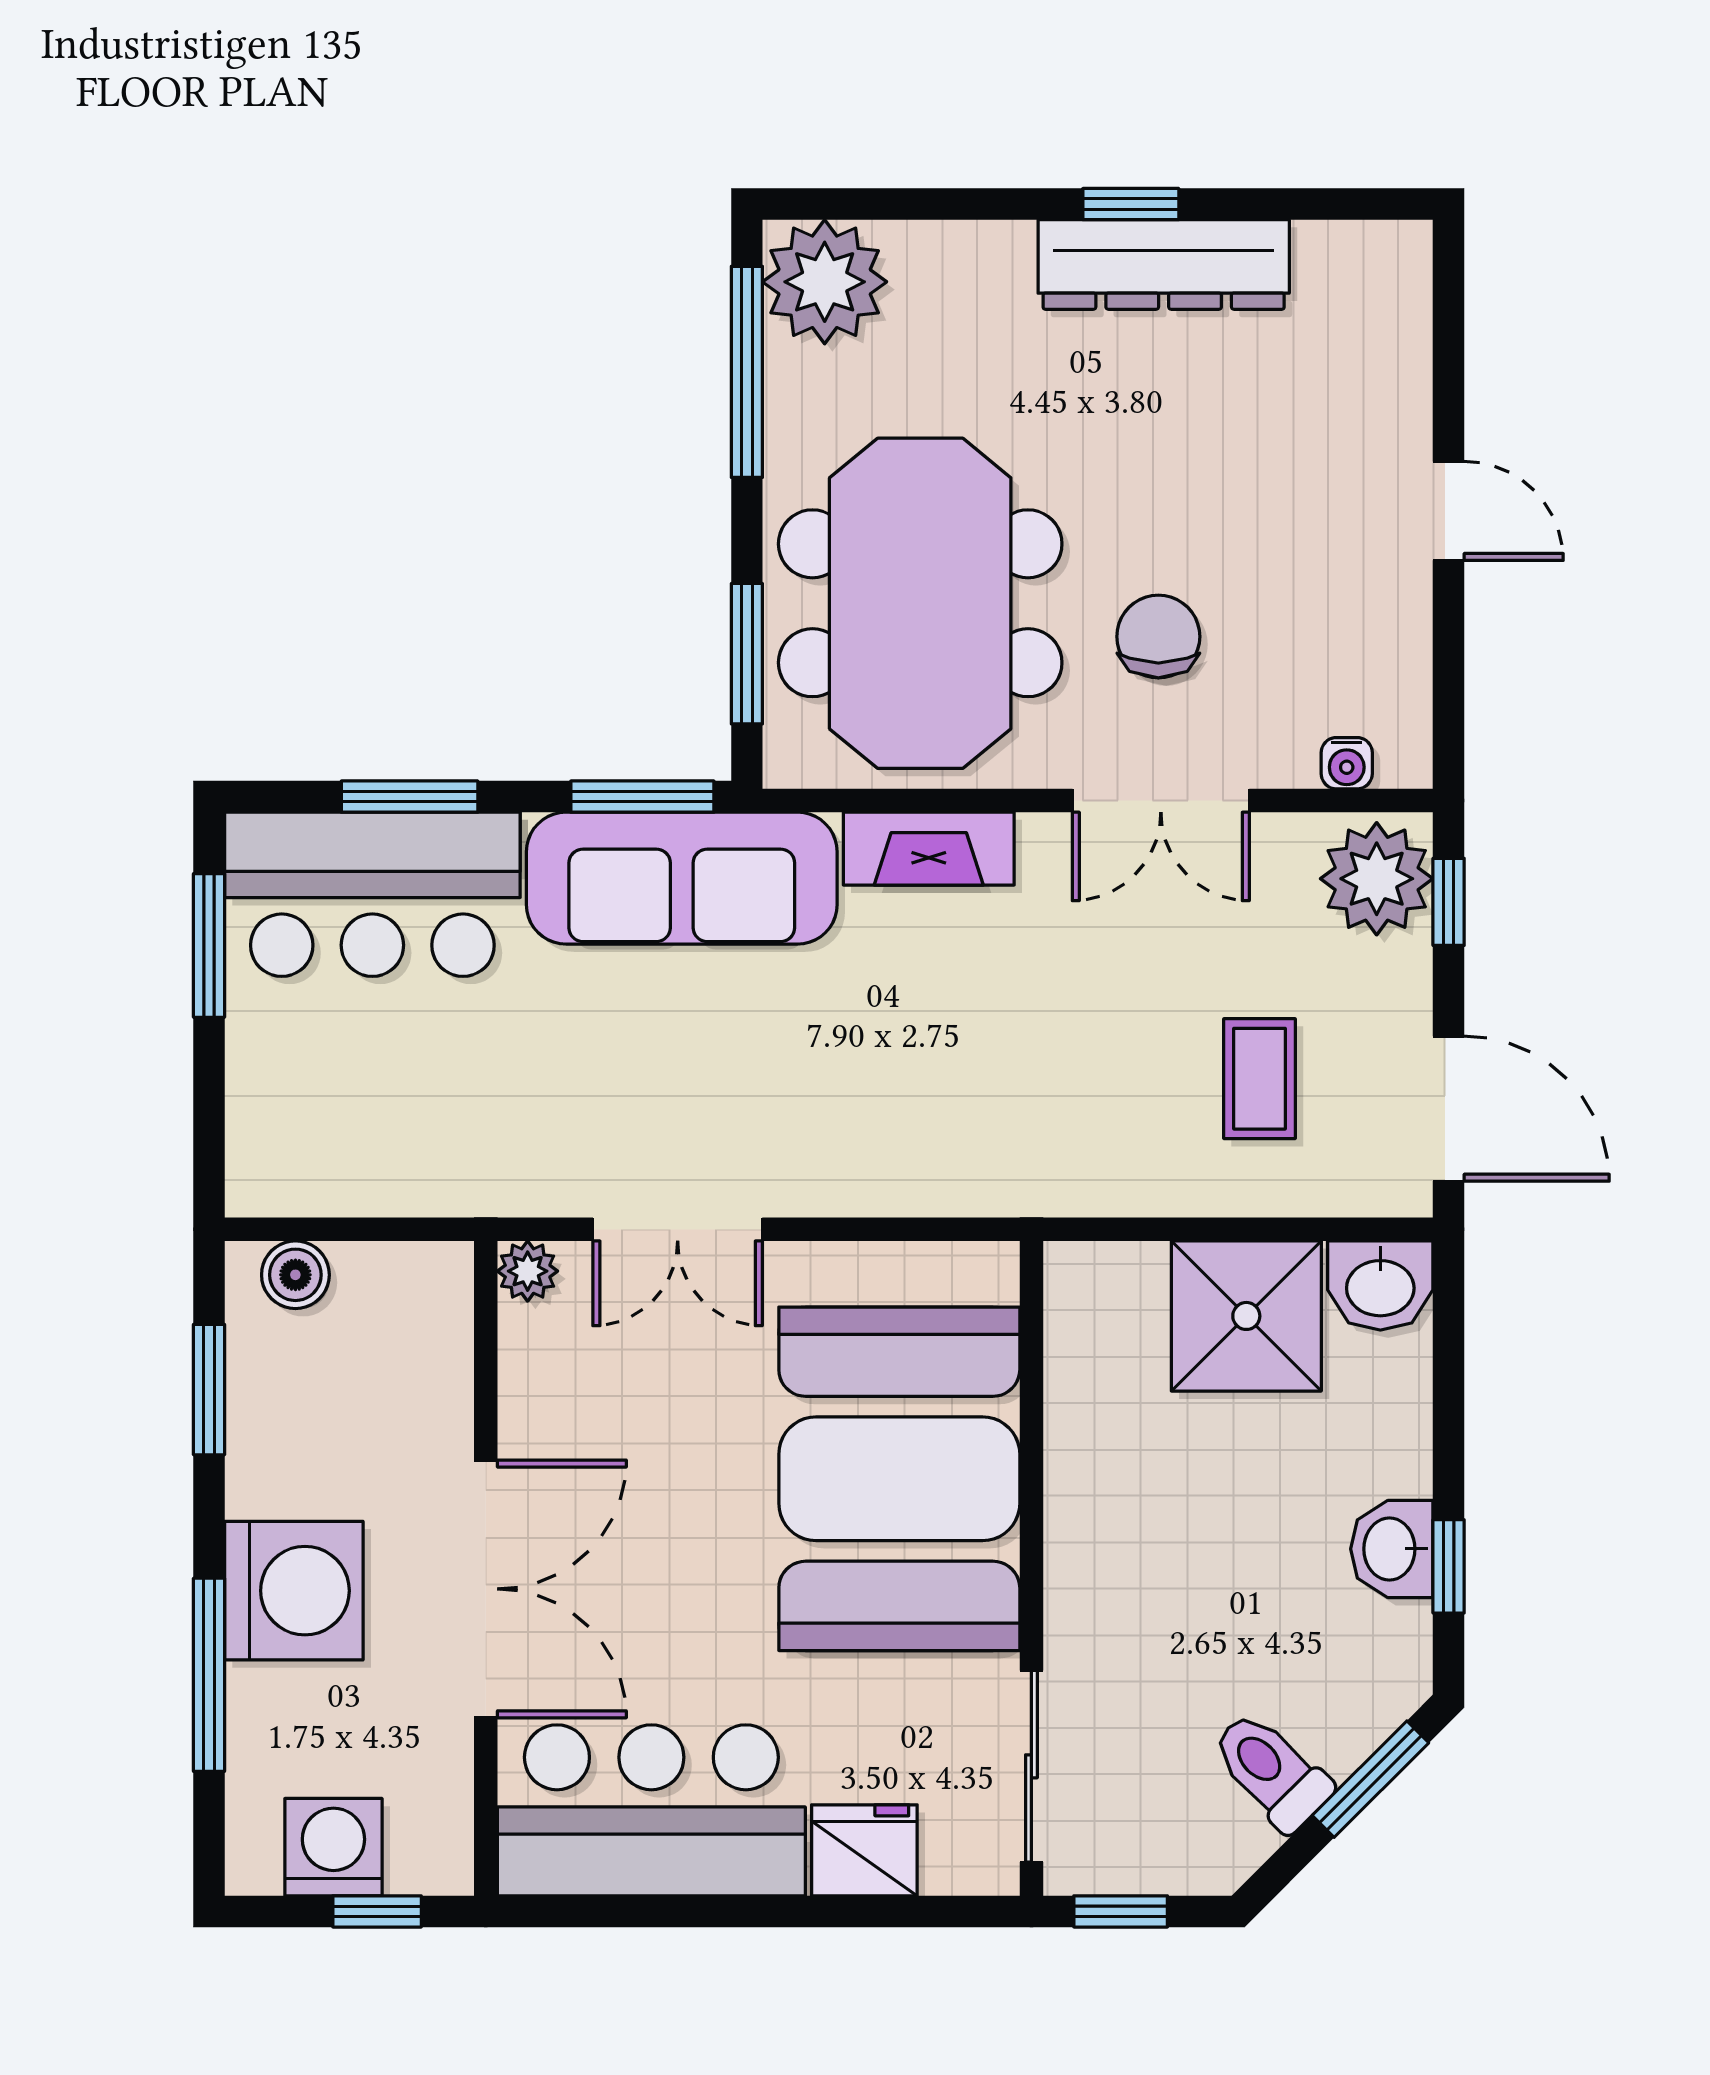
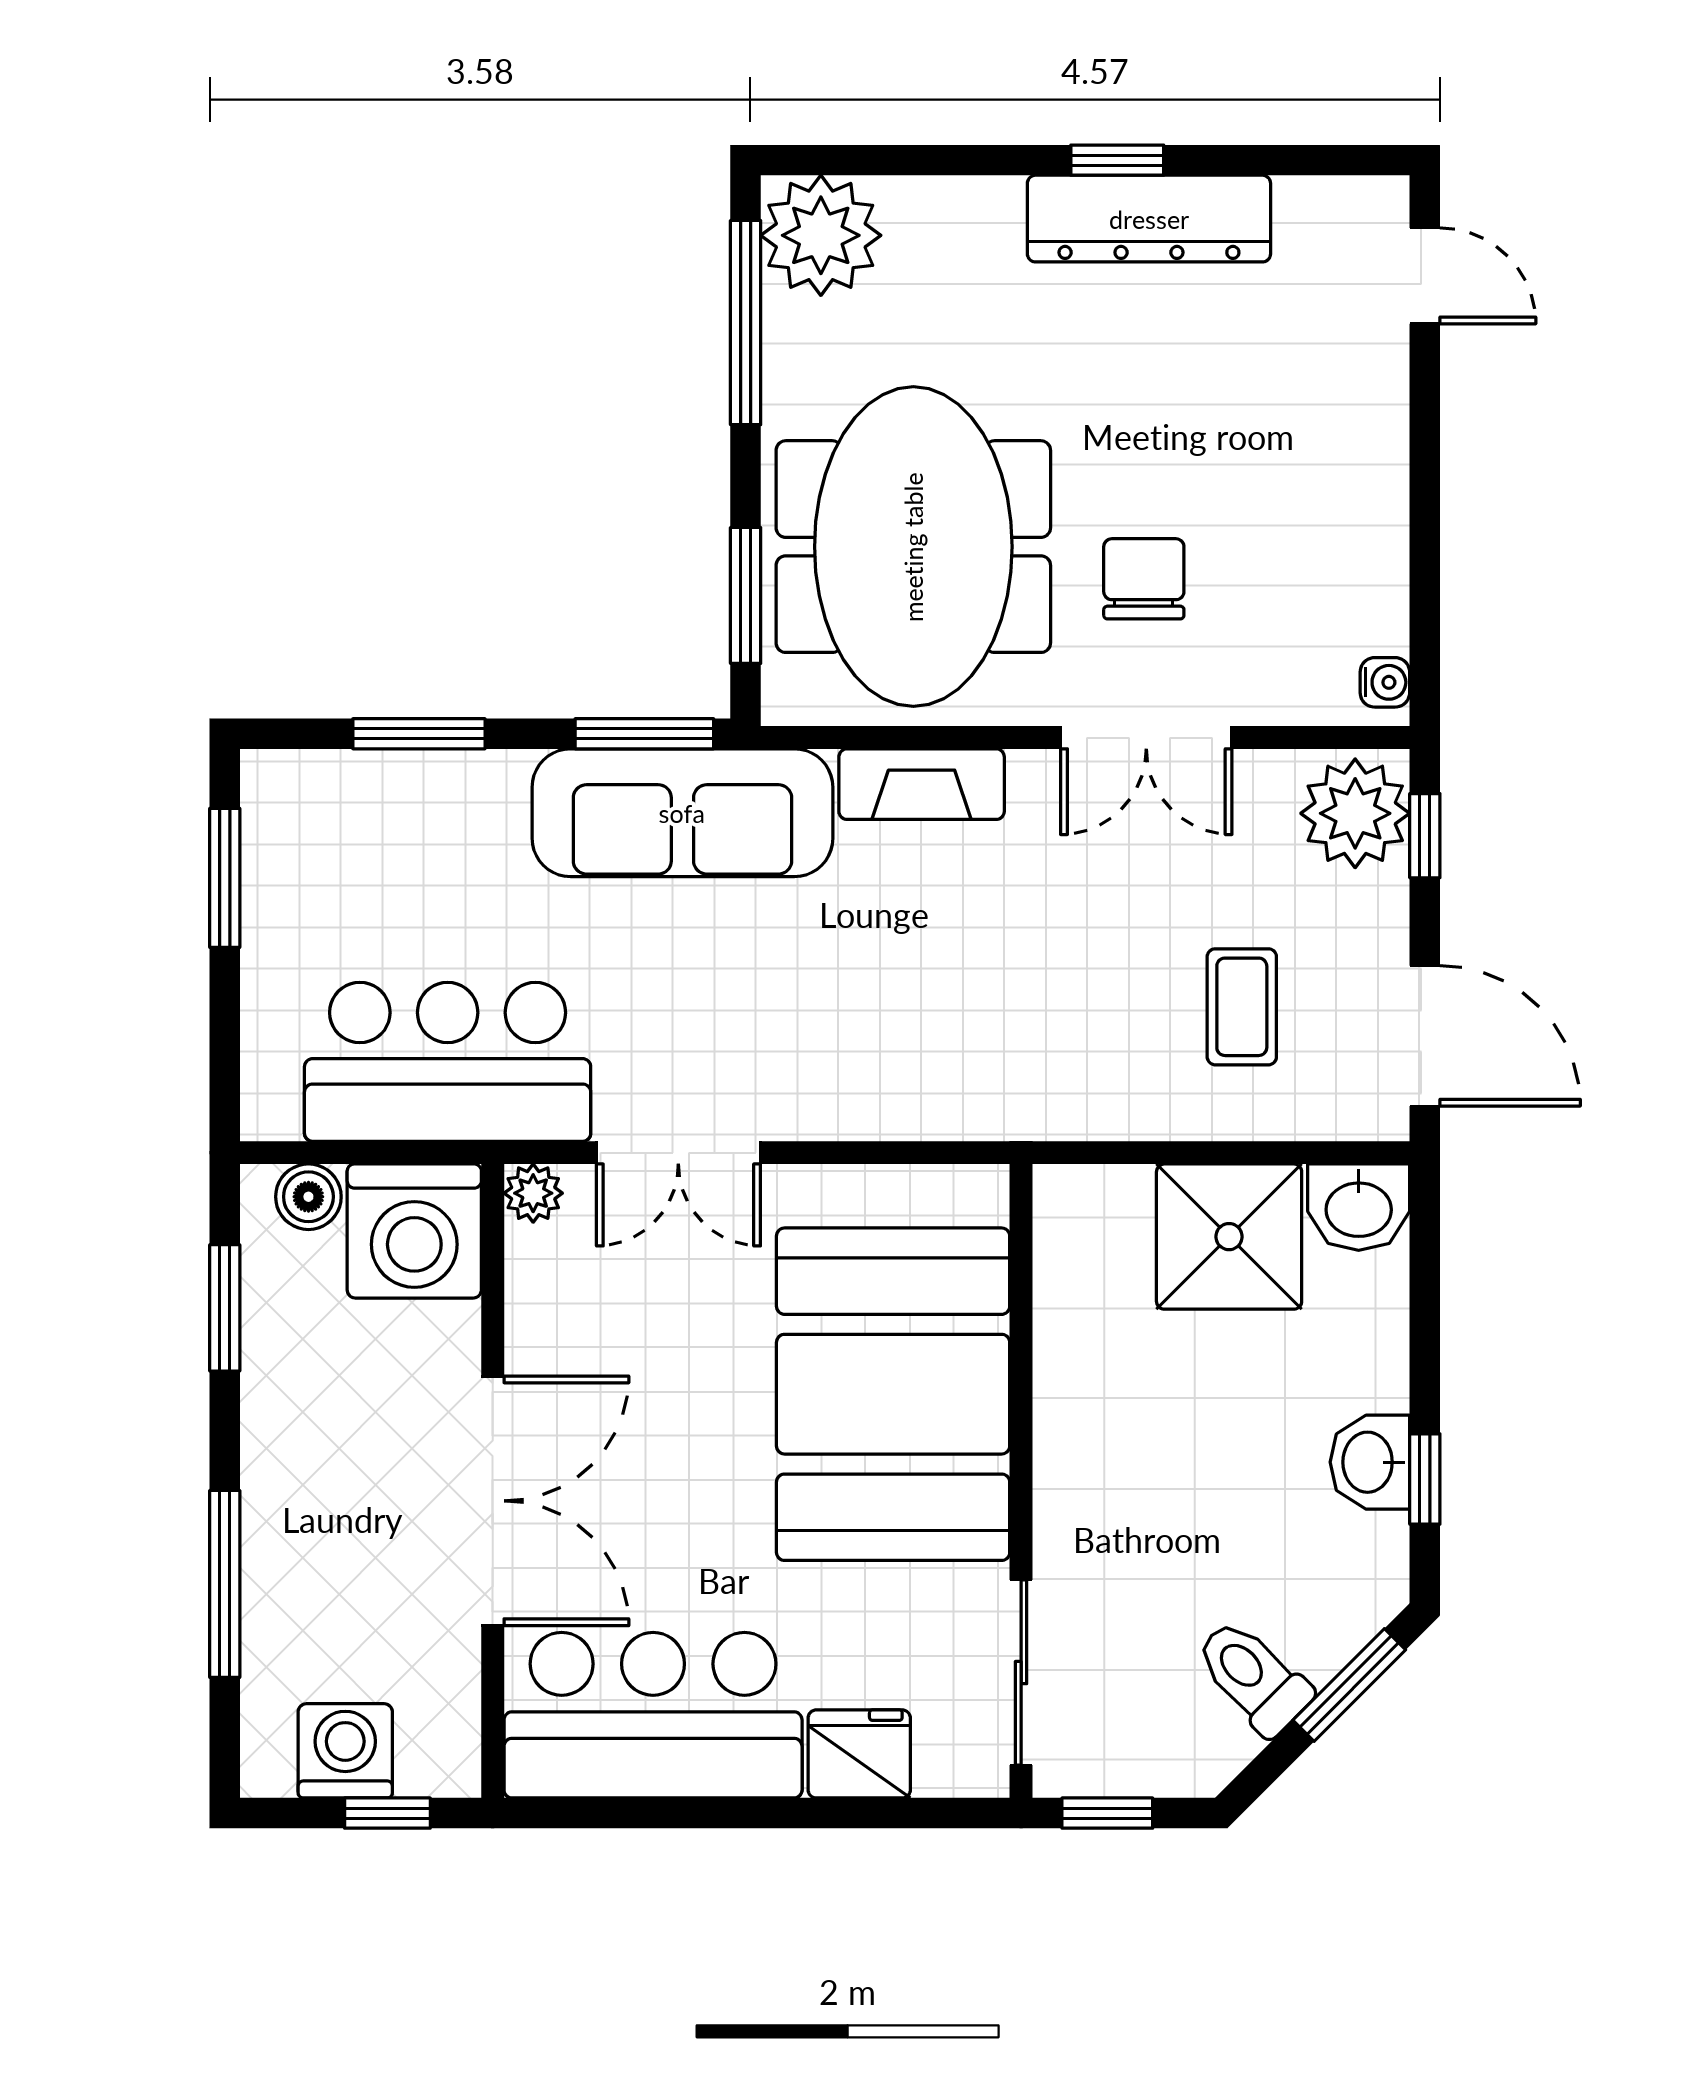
door: (1449, 511) -> (1425, 276), moved
water cooler: (1347, 763) -> (1385, 682), moved, turned -90
bar counter: (372, 894) -> (448, 1062), moved, turned 180
washing machine: (294, 1591) -> (414, 1231), moved, turned 90

